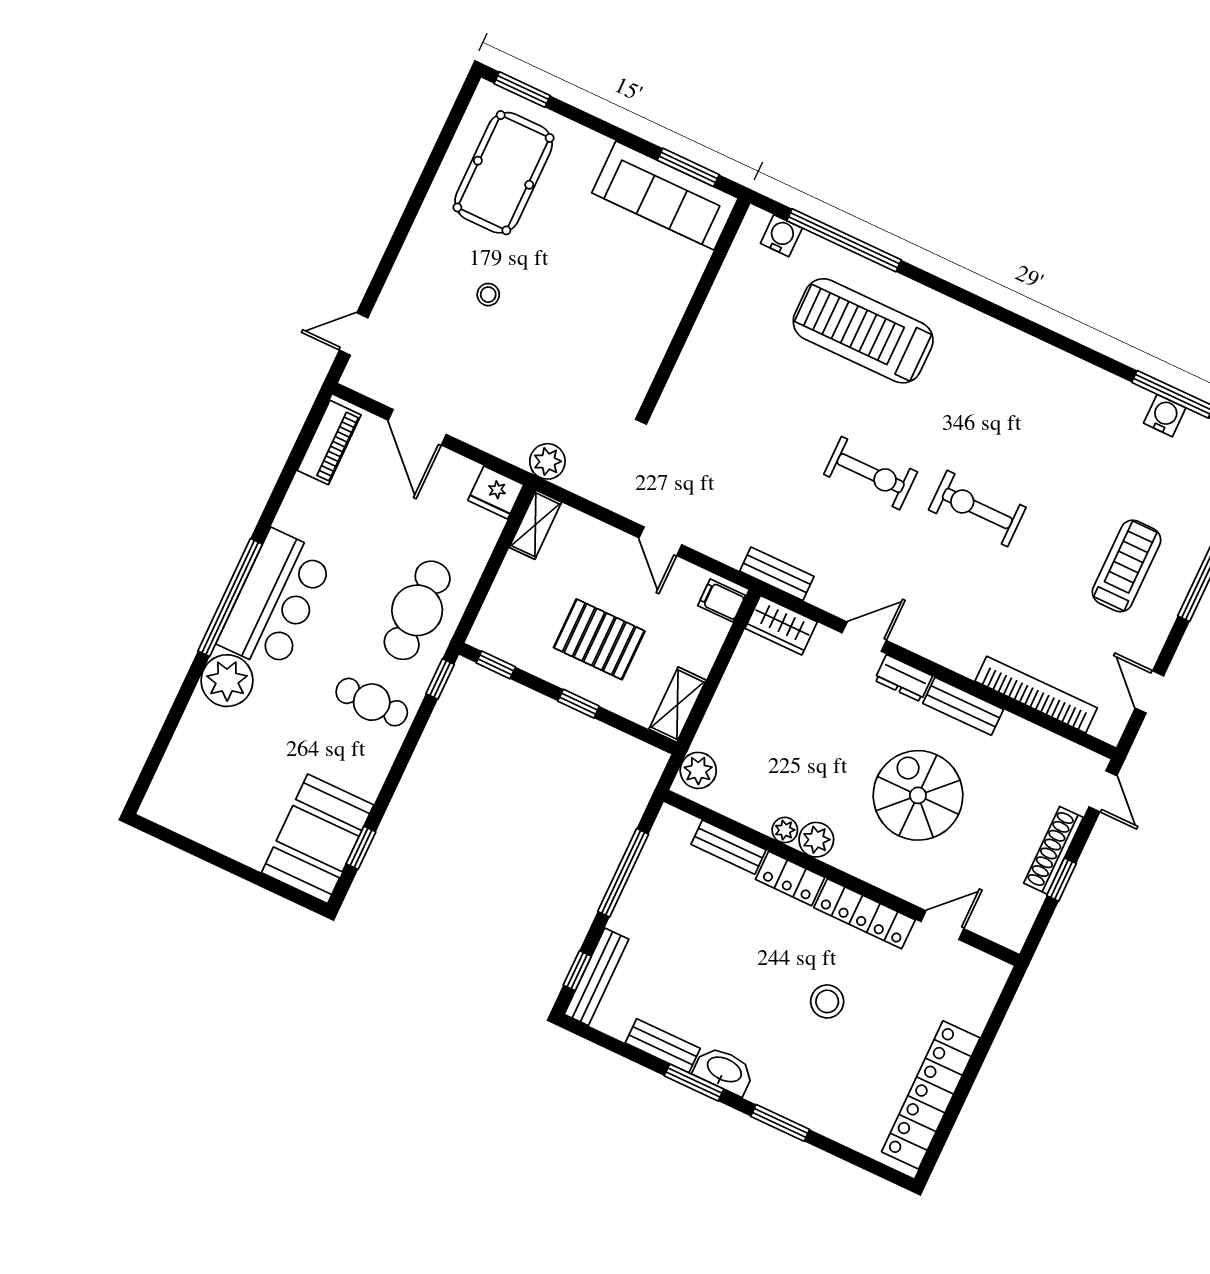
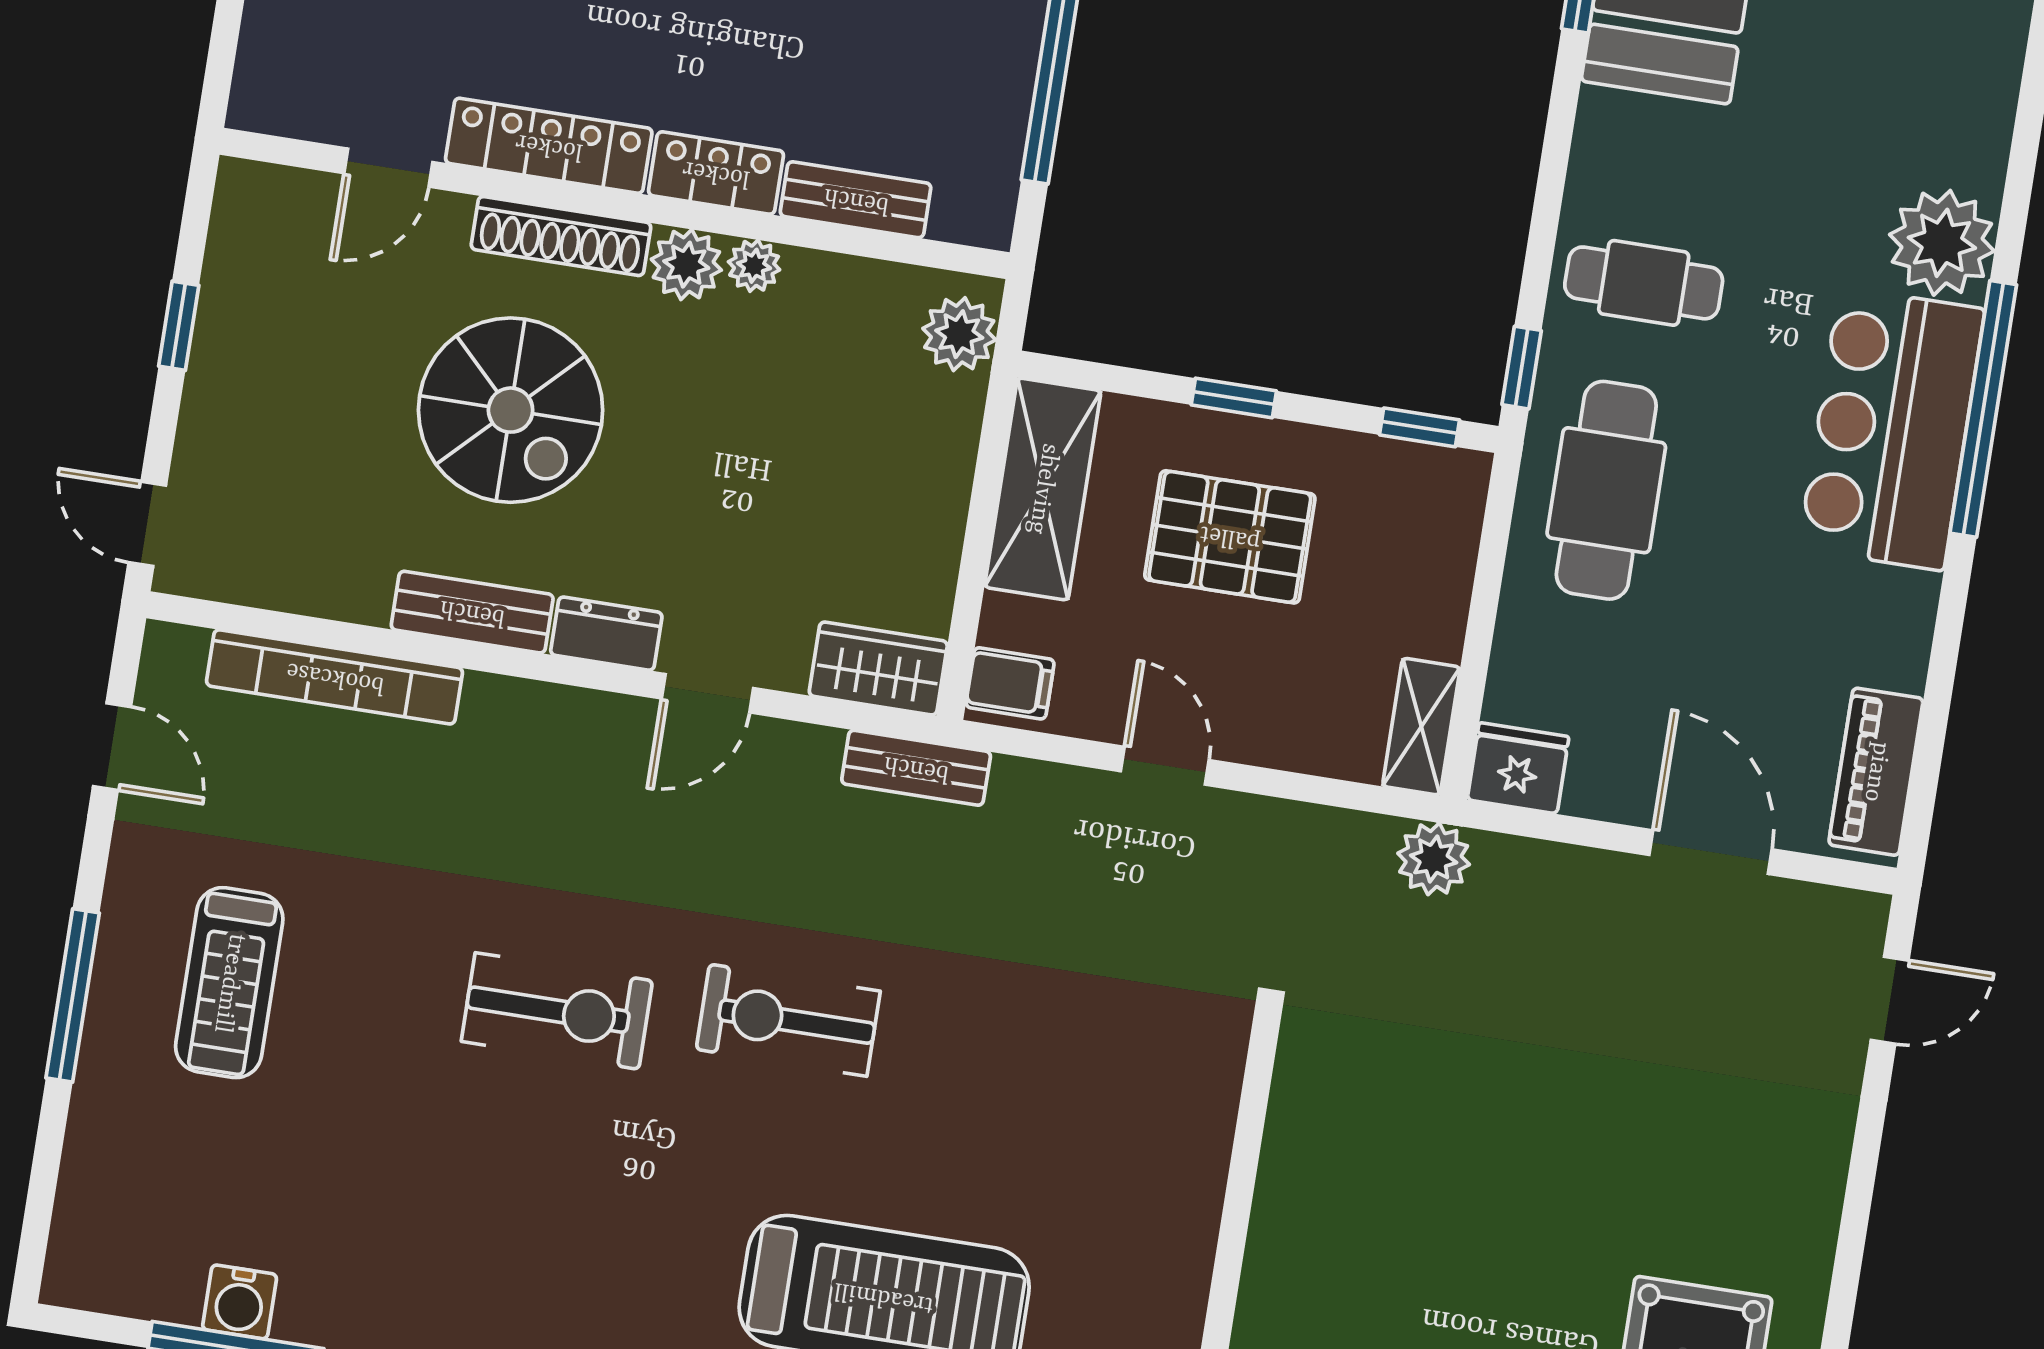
stool: (488, 295) -> (1646, 1155), removed
shelving: (677, 705) -> (1043, 489), width x1.50, depth x1.33
shoe rack: (1053, 850) -> (561, 236), moved, turned 90

